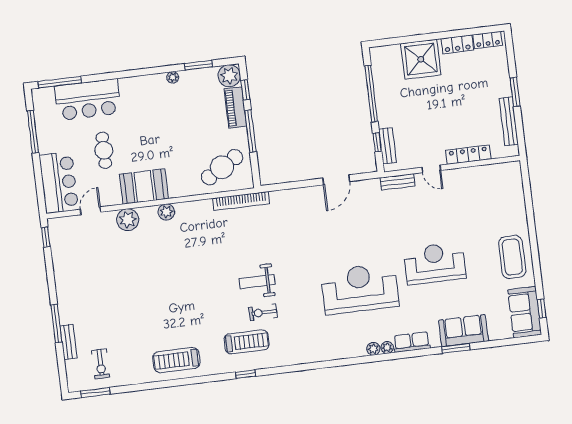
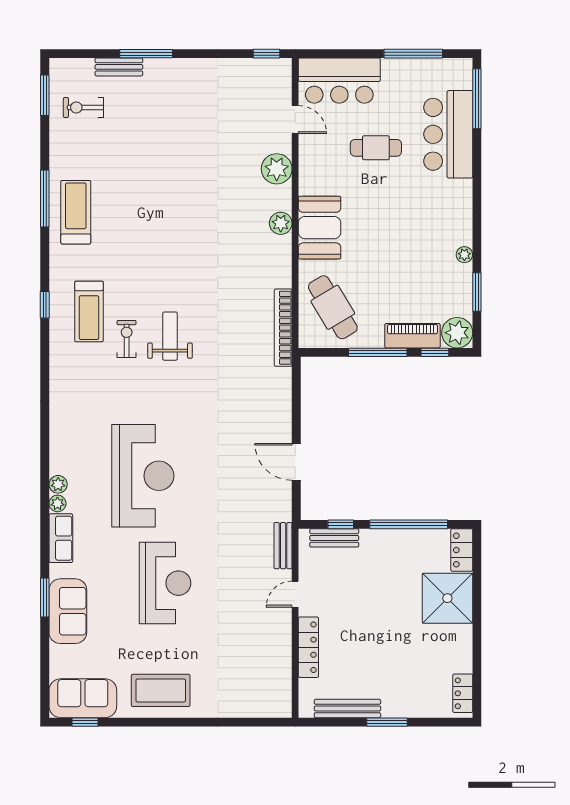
locker: (457, 44) -> (462, 550), moved
booth: (144, 186) -> (320, 228), moved
window: (169, 384) -> (45, 198), added

